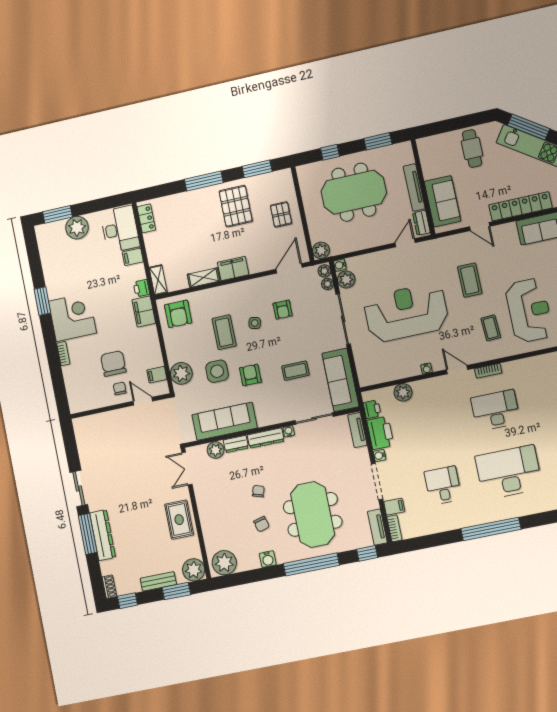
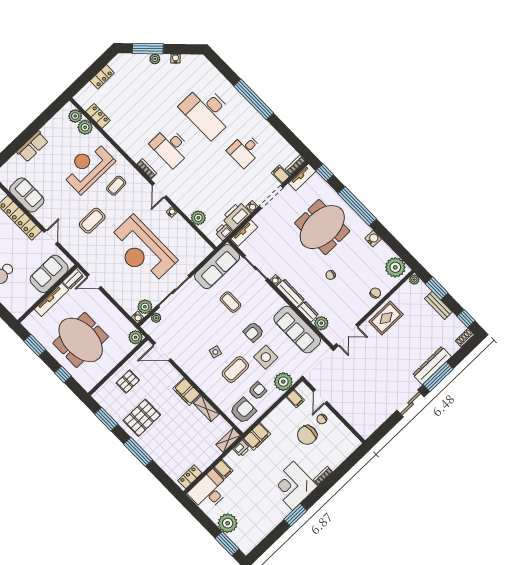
plant: (324, 271) -> (148, 326), removed
armchair: (283, 310) -> (258, 391), moved
chair: (262, 524) -> (375, 293), moved
plant: (194, 570) -> (414, 280), width x0.53, depth x0.53

